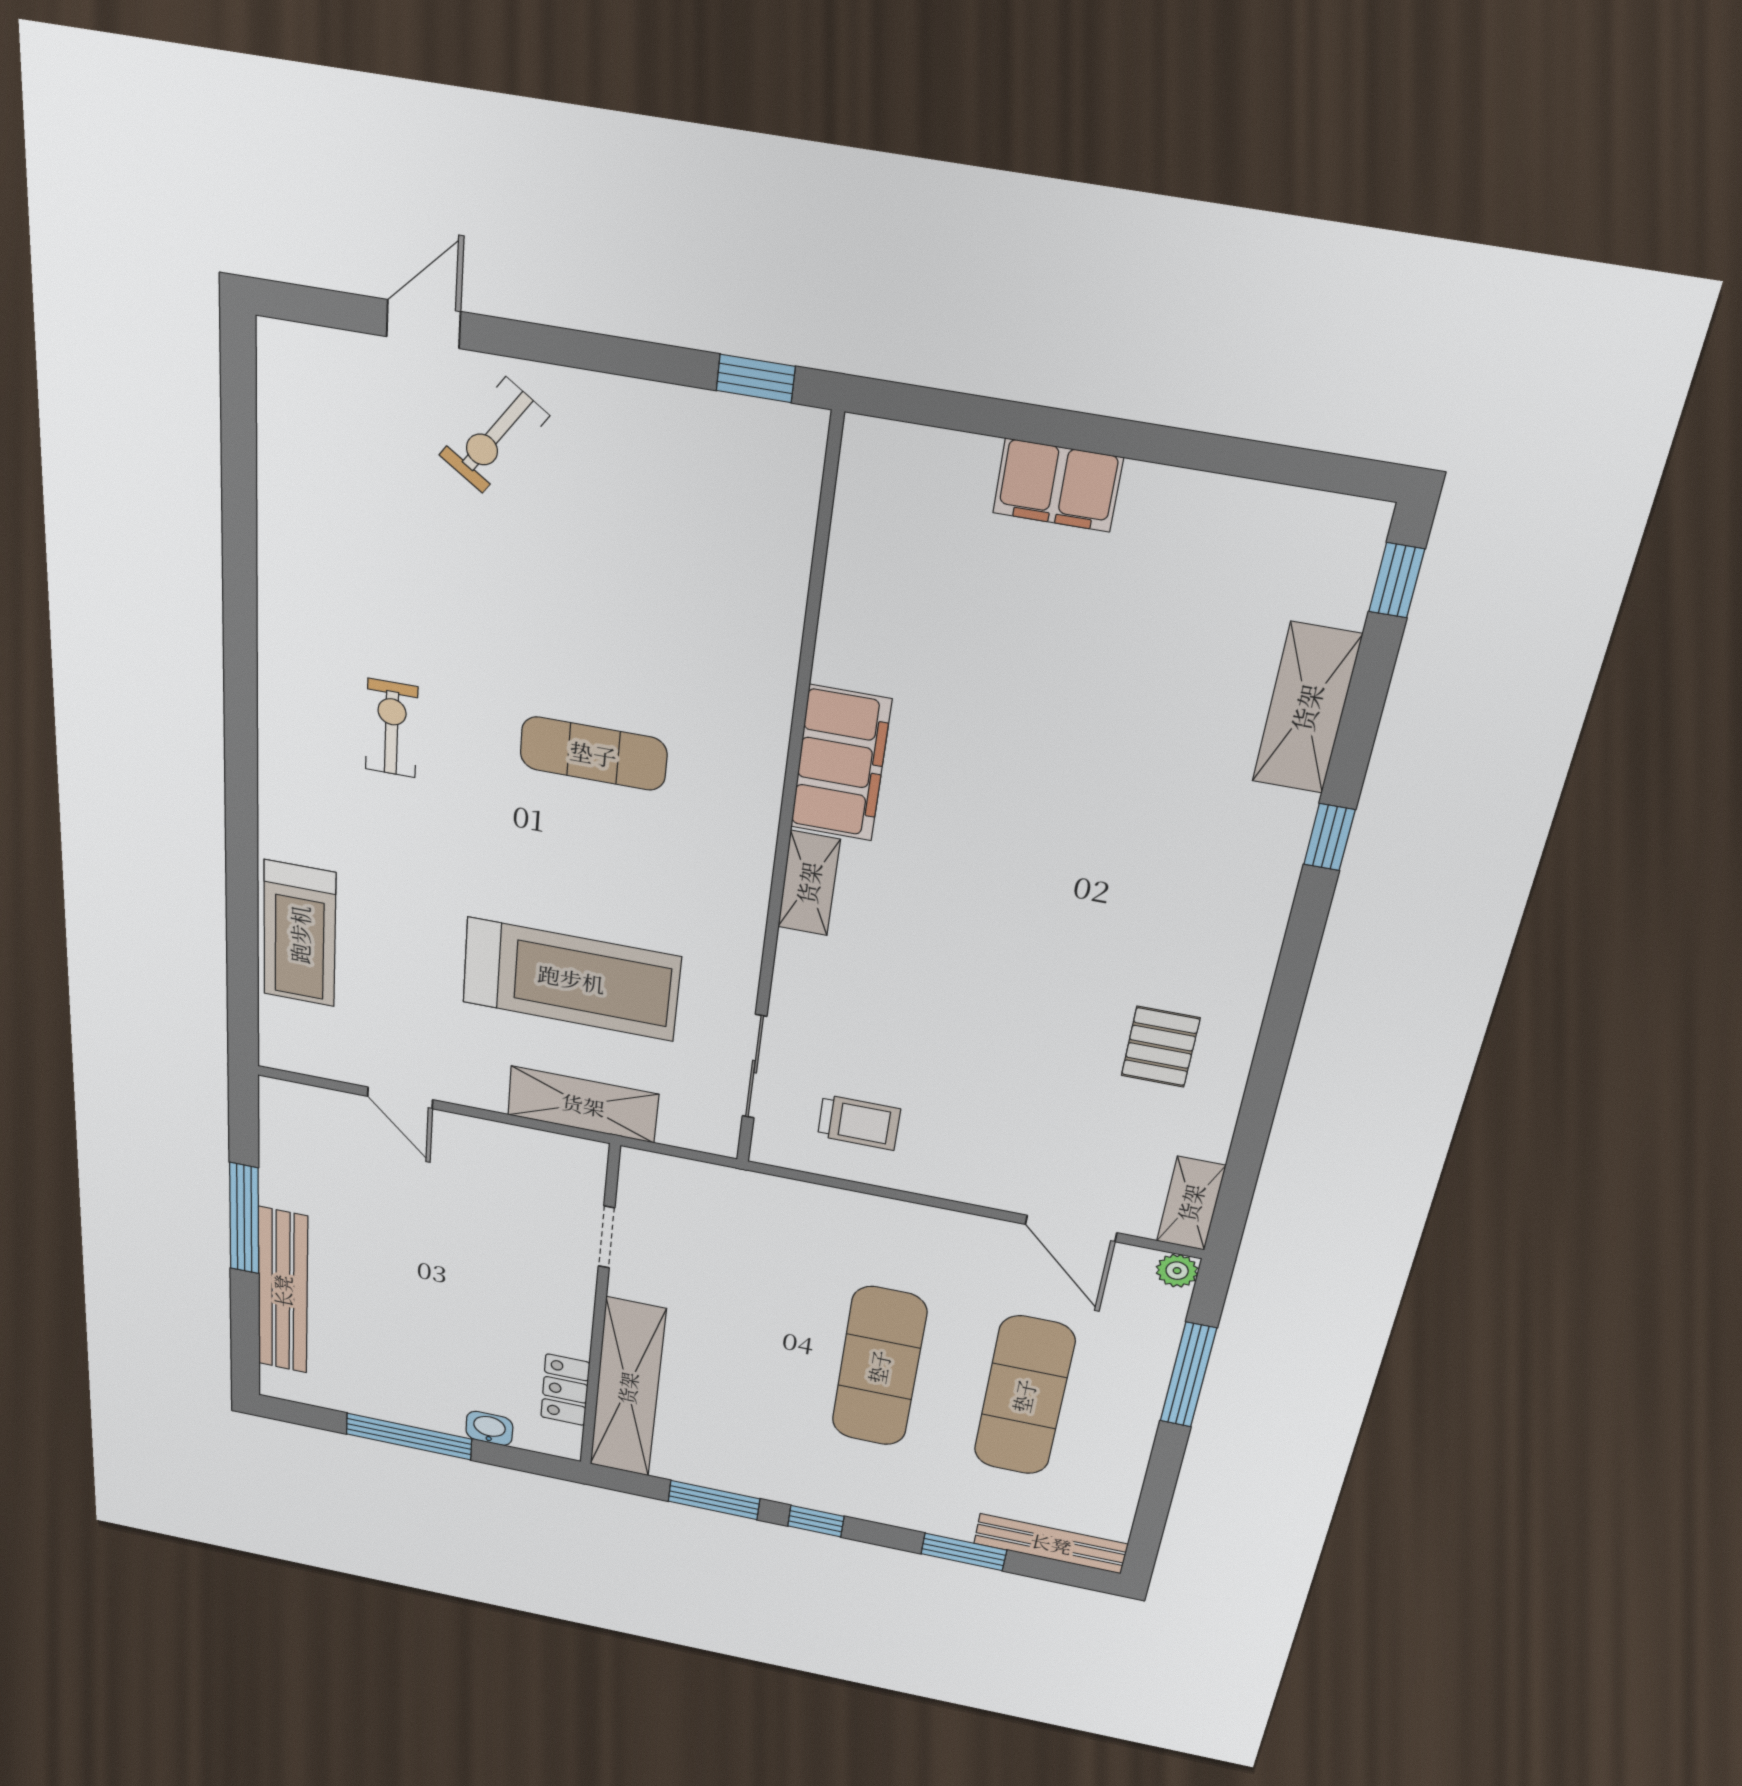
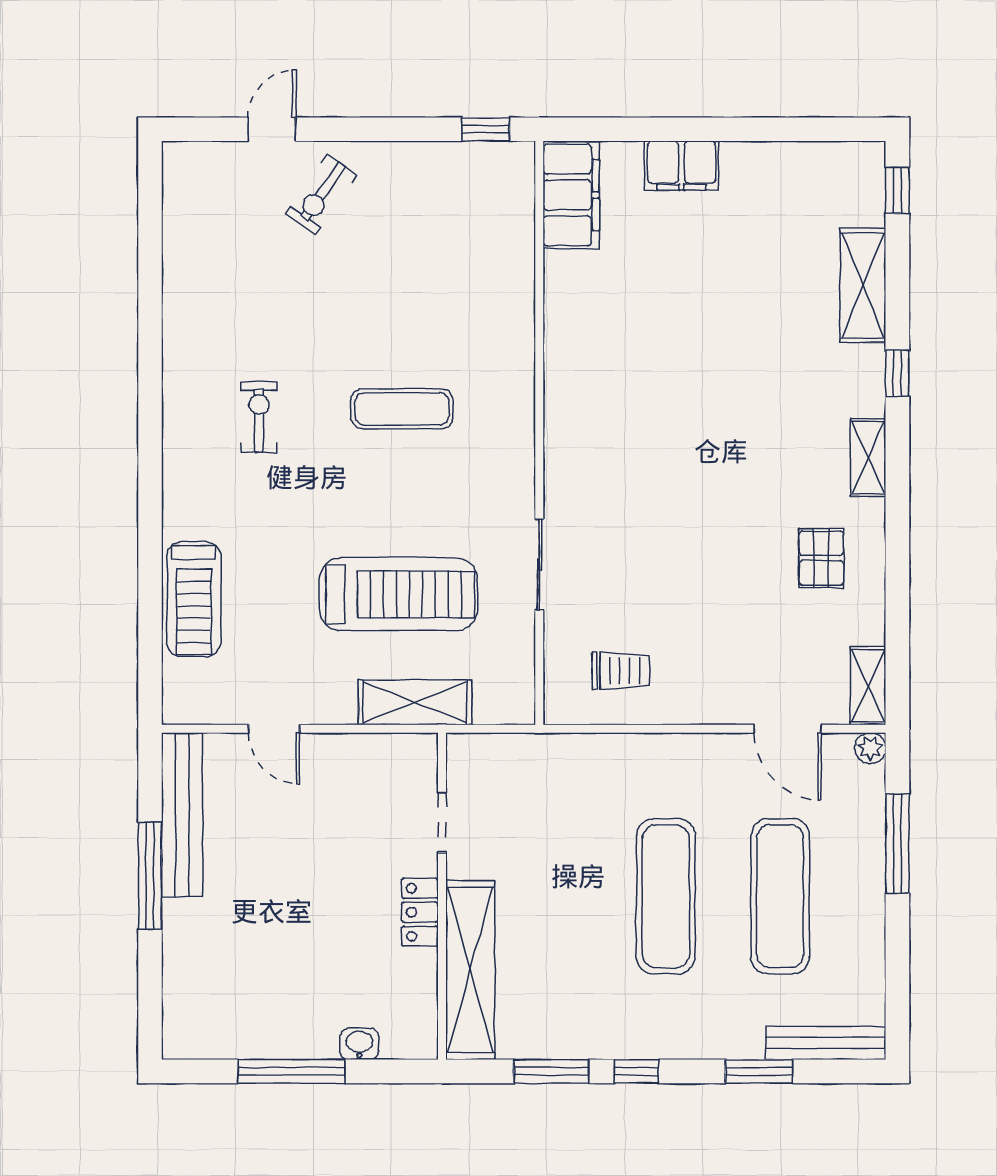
filing cabinet: (841, 763) -> (571, 195), moved
shelving: (809, 883) -> (868, 457), moved
sliding door: (755, 1067) -> (539, 564), moved
bench: (283, 1291) -> (182, 815), moved
locker: (565, 1390) -> (420, 912), moved

